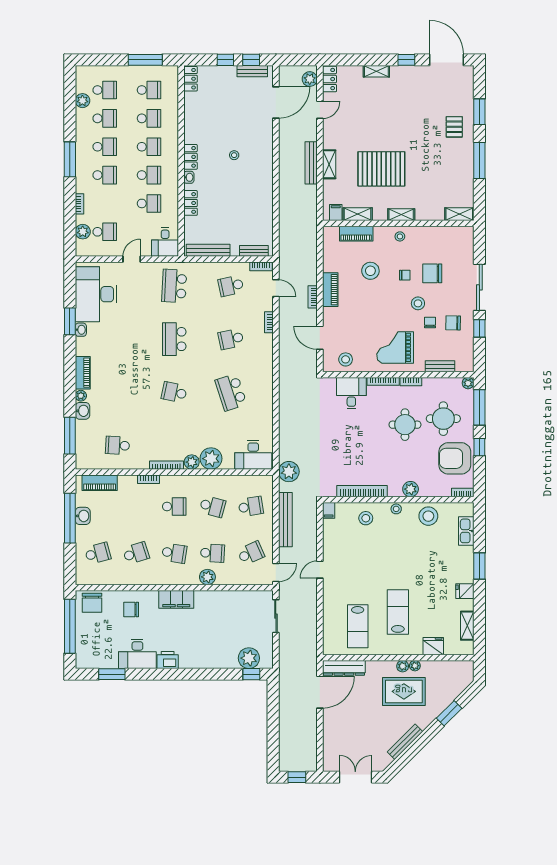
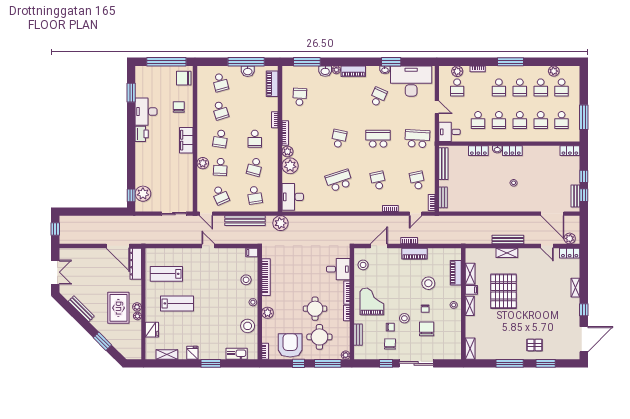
filing cabinet: (336, 212) -> (471, 290), moved
school desk: (118, 339) -> (378, 97), added

